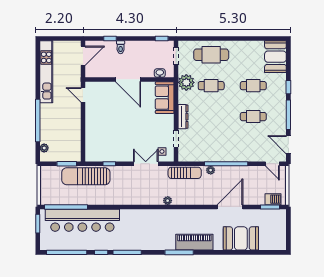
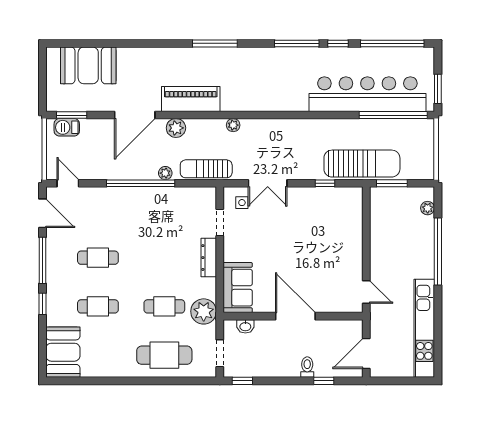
plant: (204, 199) -> (176, 128), added
booth: (241, 238) -> (88, 65), moved
piano: (194, 242) -> (191, 99), moved, turned 180

